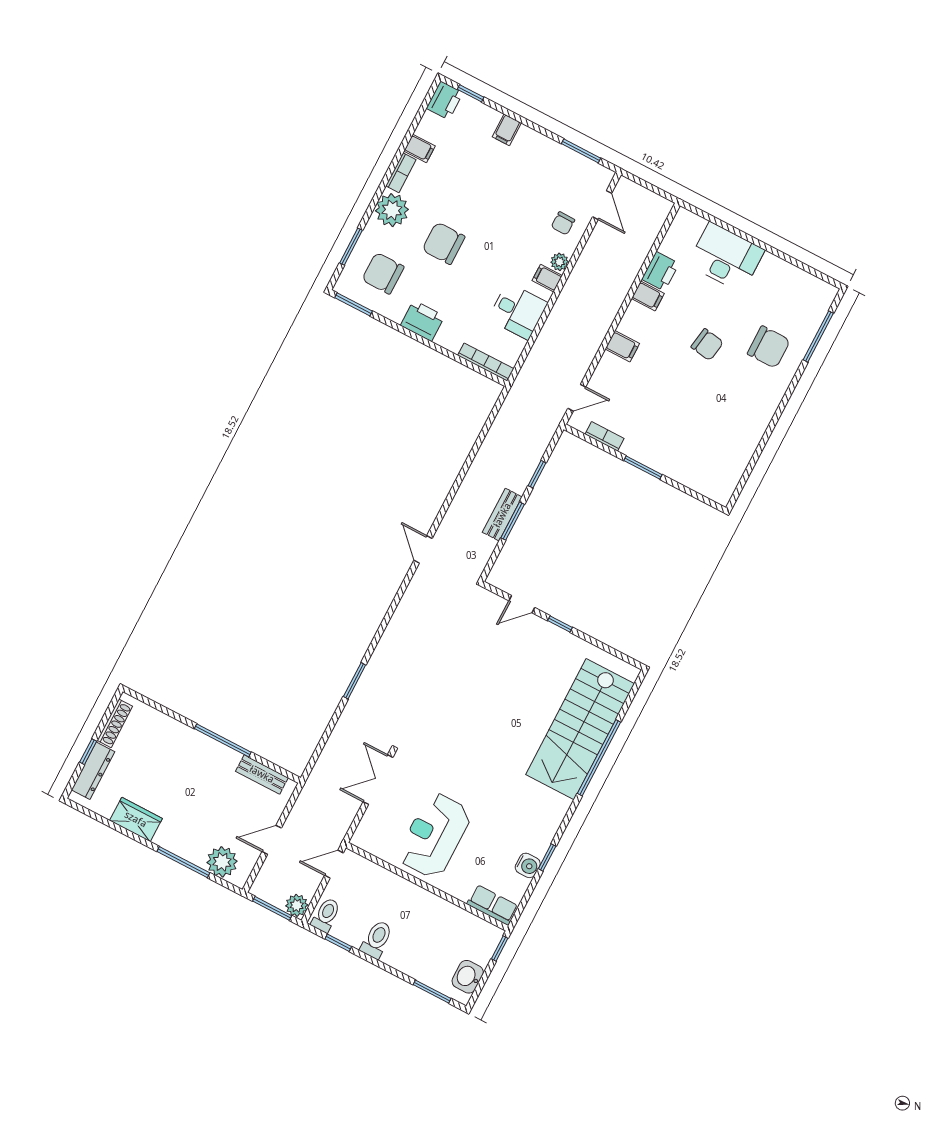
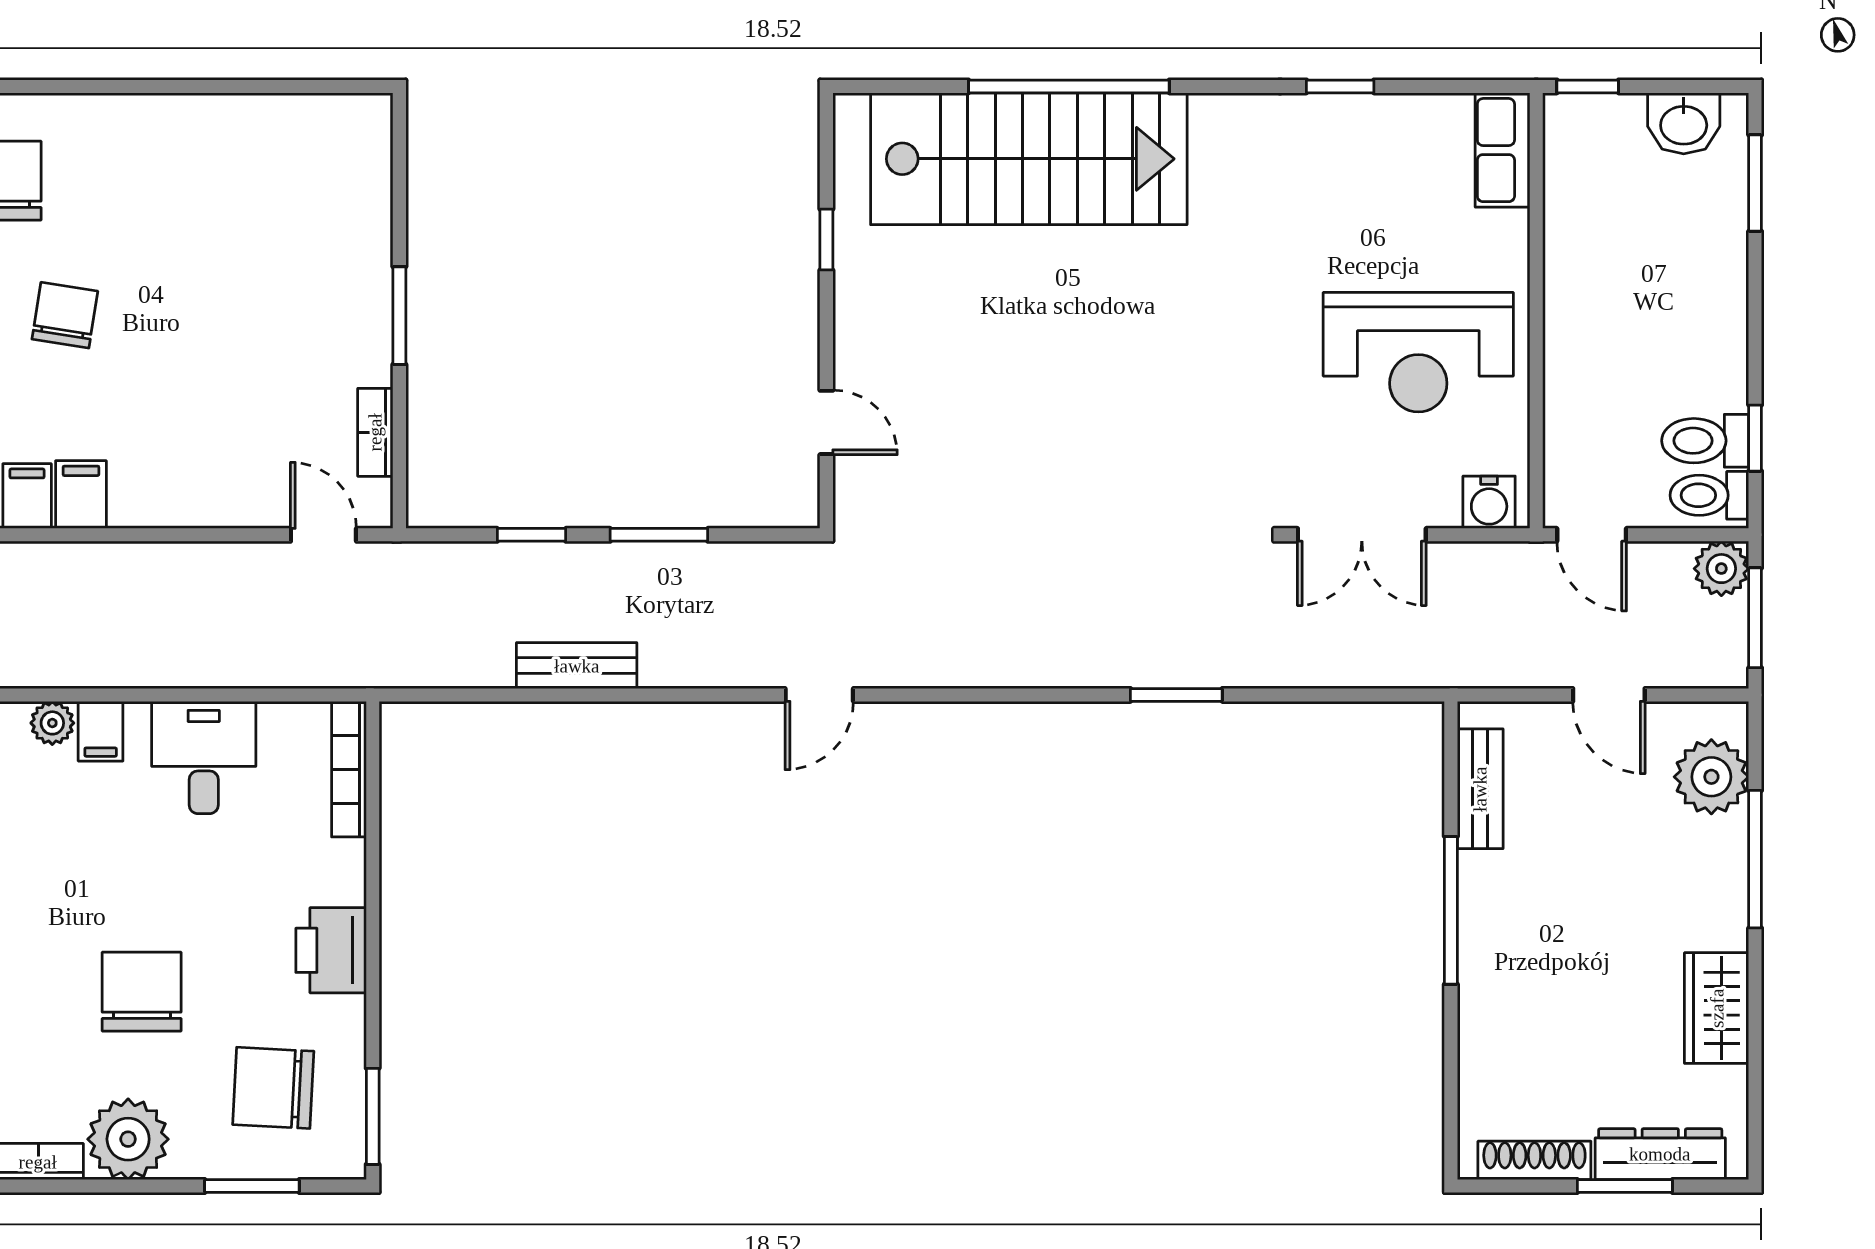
chair: (444, 243) -> (142, 992), turned 180
chair: (383, 273) -> (273, 1088), turned 93
filing cabinet: (622, 346) -> (81, 495), moved
bench: (502, 515) -> (577, 666), moved
window: (560, 624) -> (826, 240), moved
window: (88, 752) -> (1625, 1186), width x1.50
water cooler: (528, 865) -> (1489, 502), moved, turned 180
toilet: (377, 939) -> (1705, 441), moved

